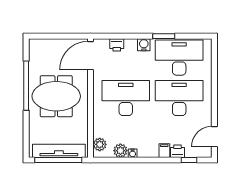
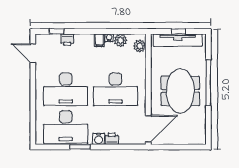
printer: (117, 45) -> (112, 139), moved
window: (26, 86) -> (208, 83), moved
meeting table: (56, 96) -> (180, 91), turned 90
door: (214, 137) -> (33, 53), swing flipped
filing cabinet: (164, 151) -> (99, 40), moved
window: (58, 160) -> (178, 32), width x0.32

